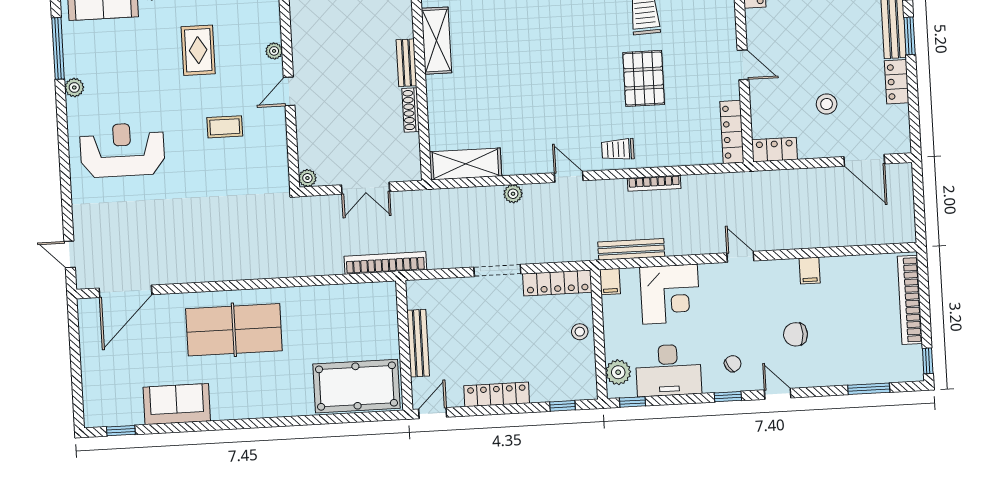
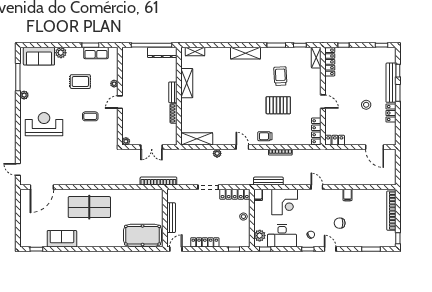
rug: (198, 50) -> (80, 82), turned 90
pallet: (644, 78) -> (278, 105), turned 90
stool: (827, 104) -> (366, 105), moved

